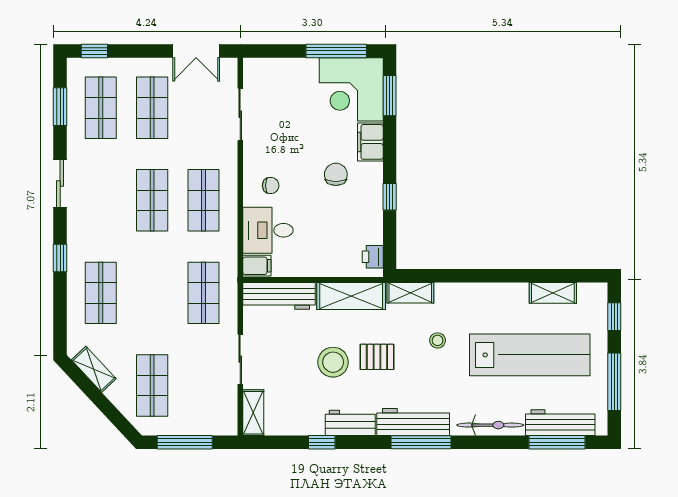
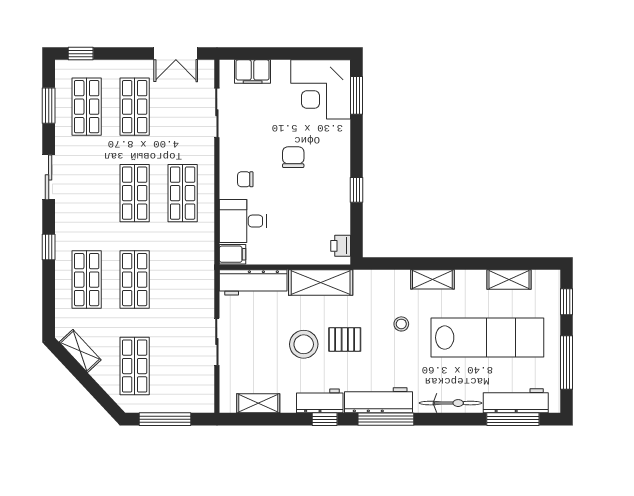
window: (336, 51) -> (307, 54), removed
filing cabinet: (370, 142) -> (253, 72), moved, turned -90
chair: (336, 174) -> (293, 157), moved
chair: (271, 186) -> (245, 179), turned 180
shop shelf: (203, 293) -> (135, 280), moved
shelving: (410, 293) -> (432, 279), moved
shelving: (253, 413) -> (258, 403), moved, turned 90
window: (322, 442) -> (325, 419), moved

